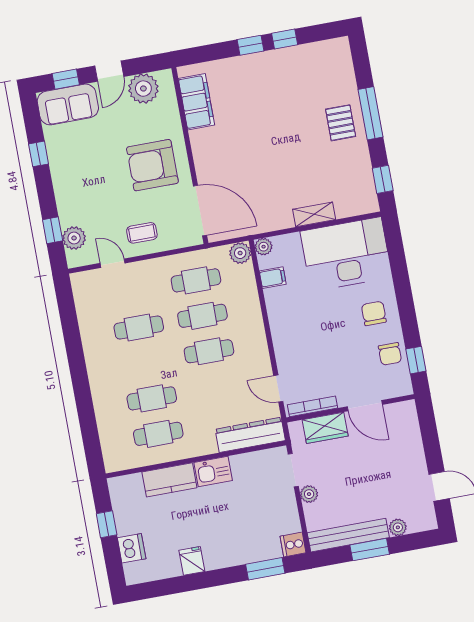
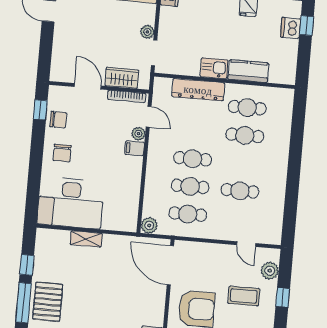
pallet: (341, 123) -> (48, 302), width x1.50, depth x1.42
window: (383, 179) -> (27, 265), moved
window: (53, 230) -> (283, 297), moved
coffee table: (142, 233) -> (244, 296), moved, width x1.36, depth x1.30
plant: (264, 247) -> (138, 134), moved
filing cabinet: (273, 278) -> (135, 148), moved
chair: (390, 354) -> (58, 120), turned 90
dresser: (250, 435) -> (198, 90), moved
window: (107, 524) -> (306, 26), moved

